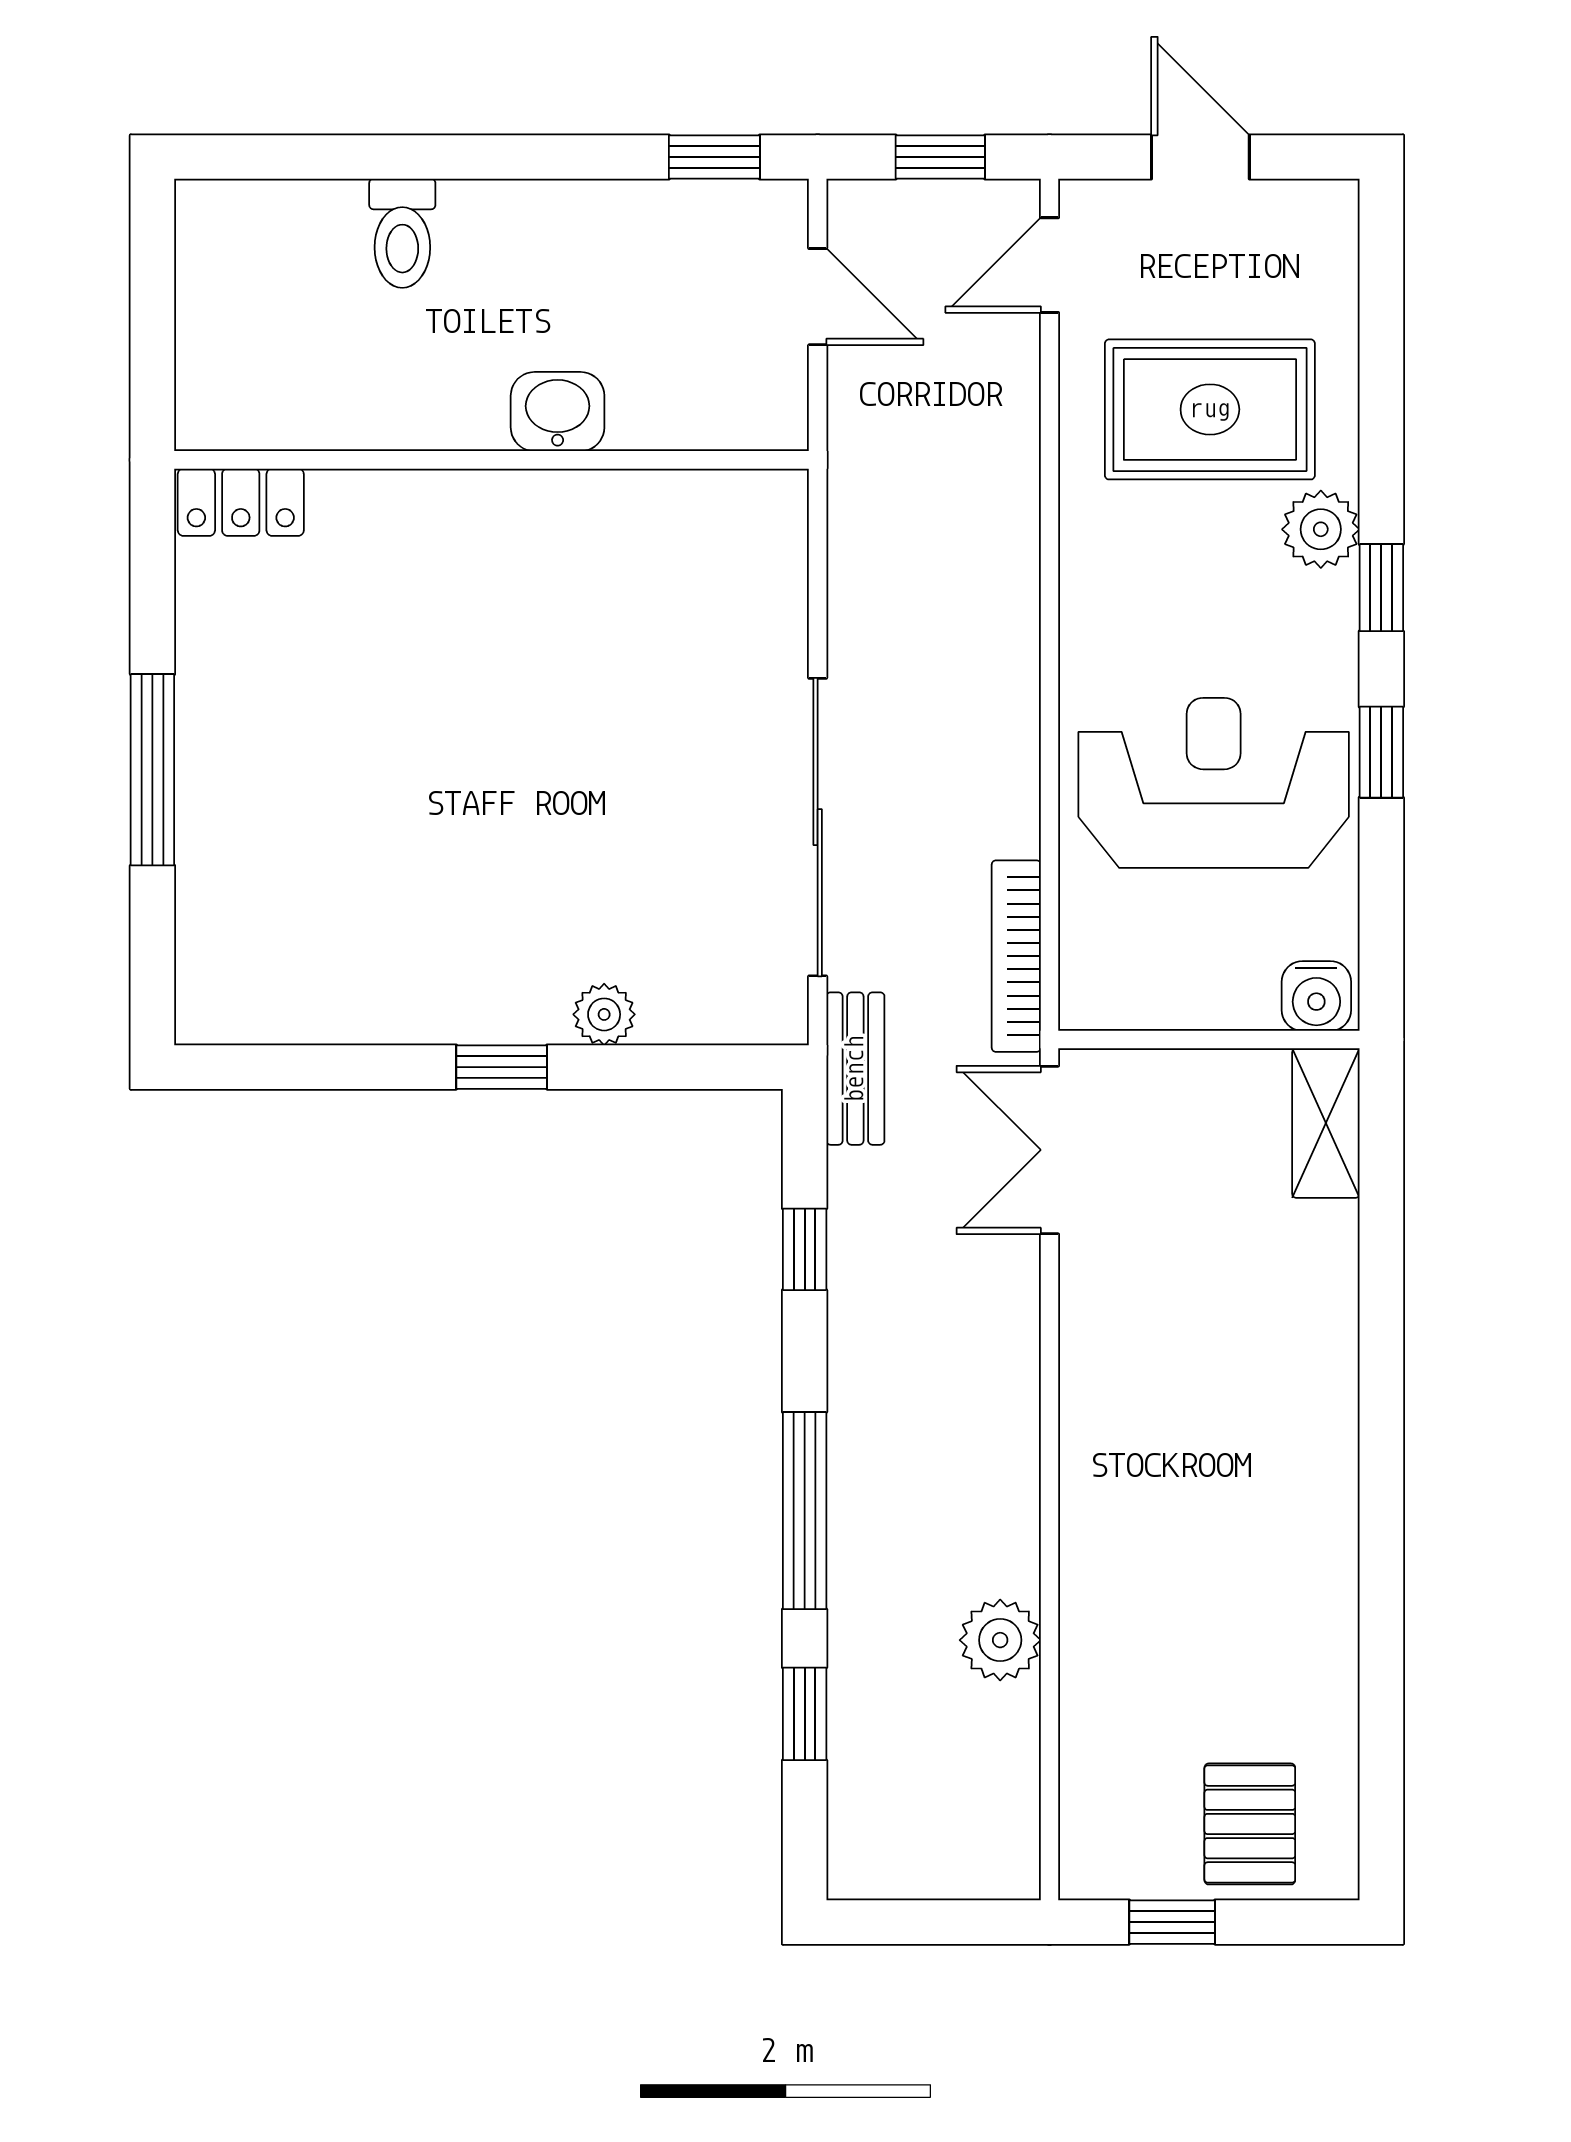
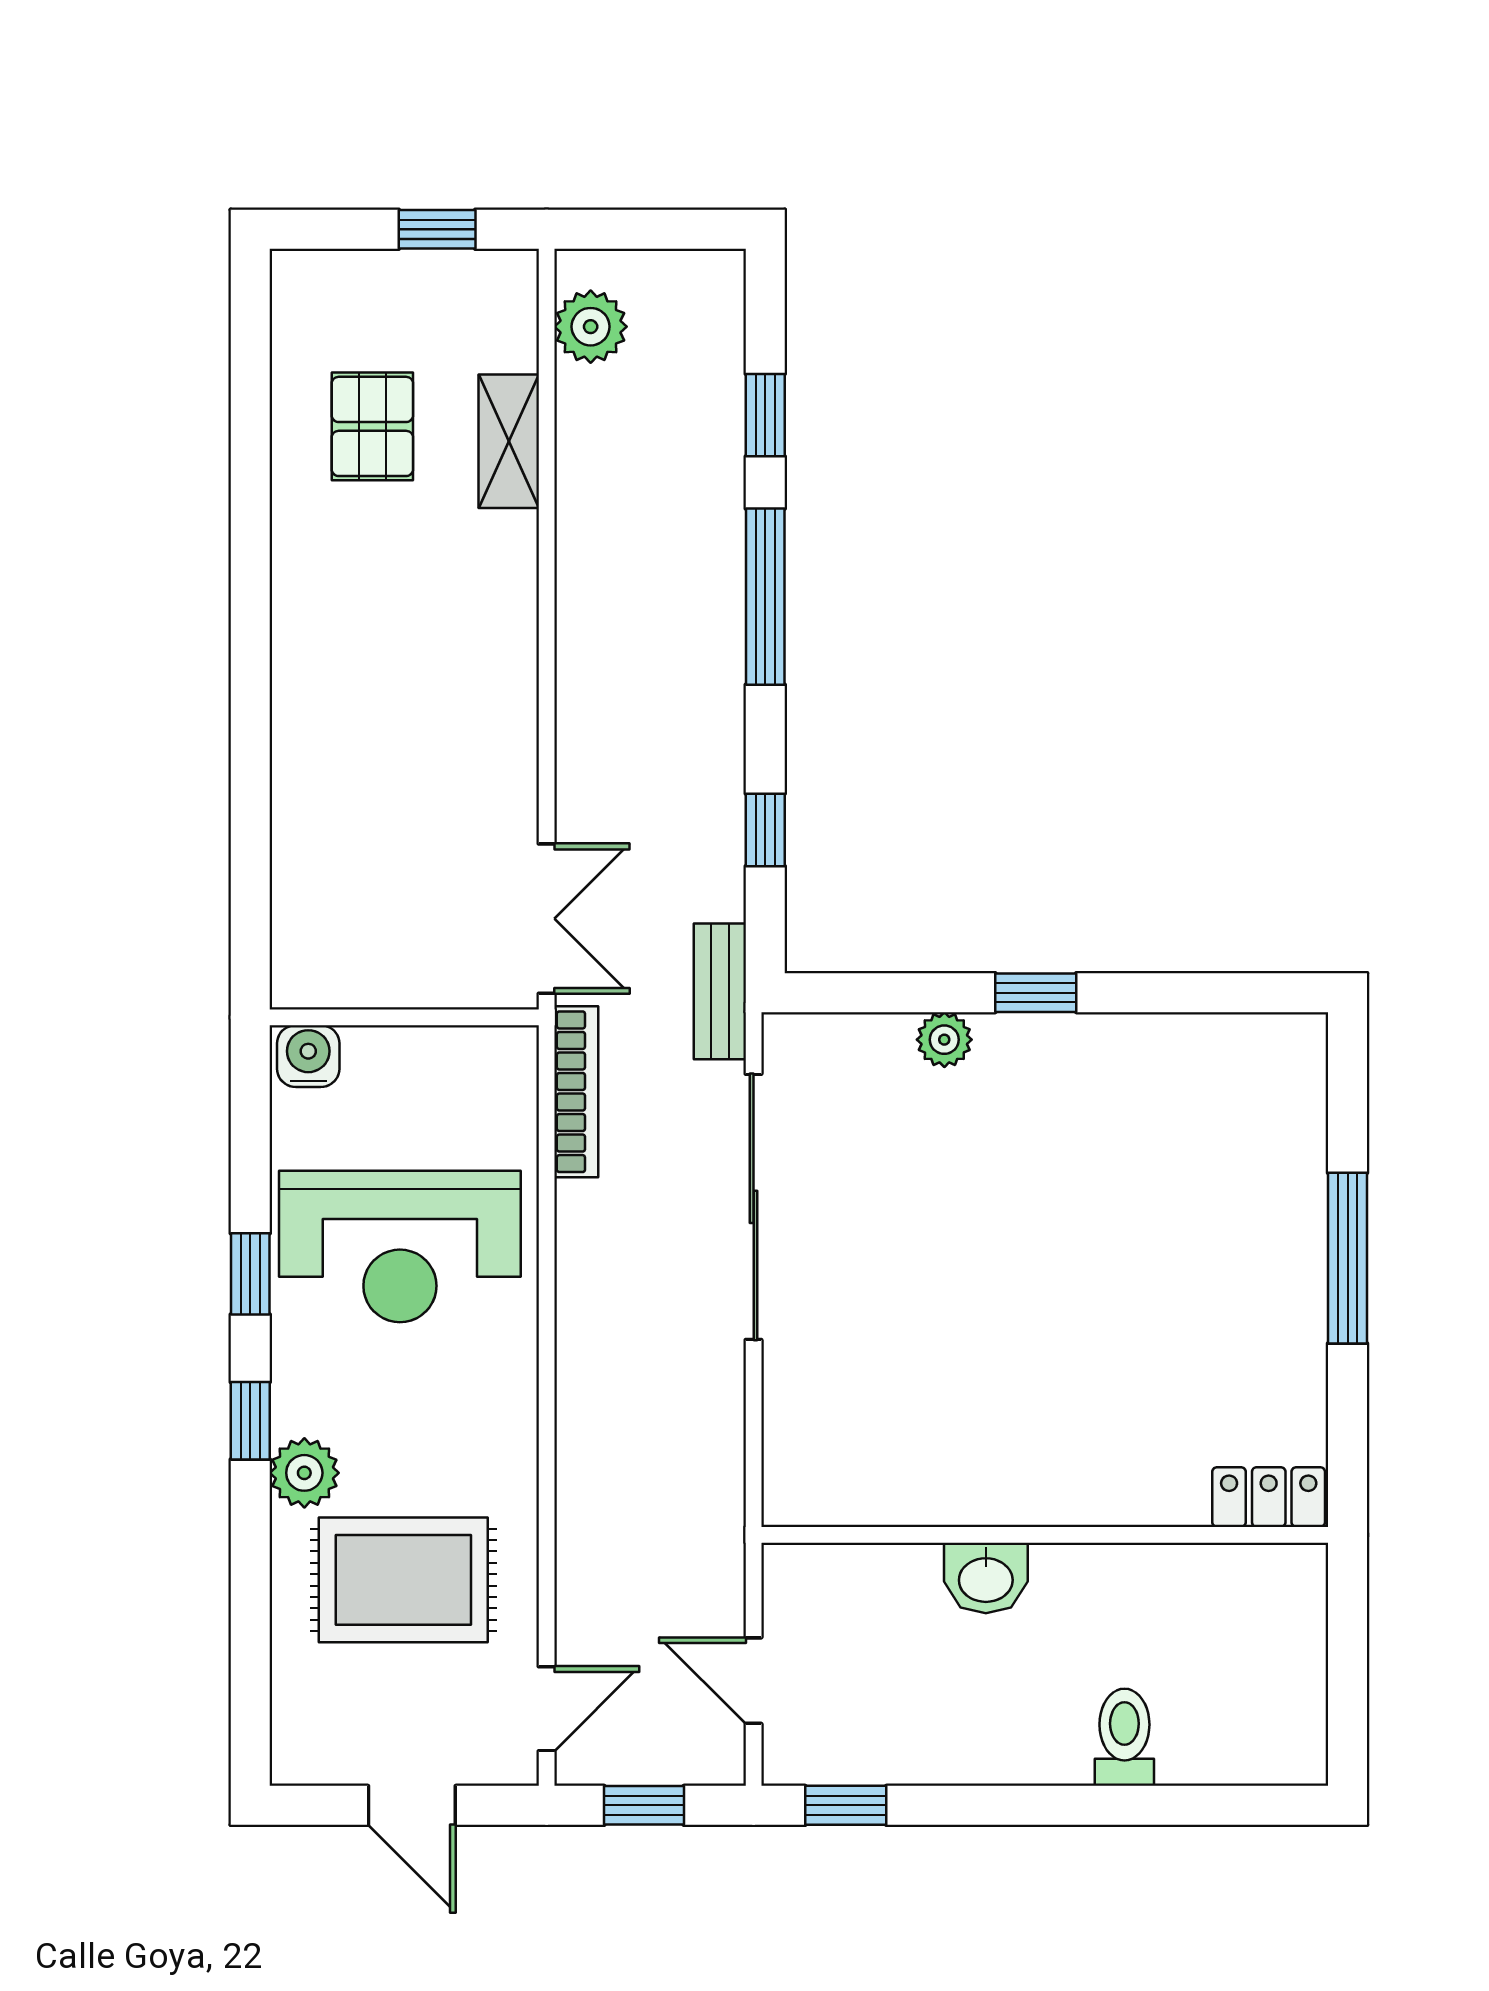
shelving: (1326, 1123) -> (509, 441), moved
plant: (1000, 1640) -> (591, 327), moved
pallet: (1250, 1824) -> (372, 426), moved

